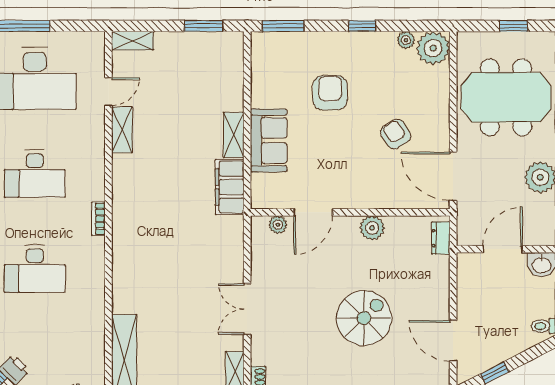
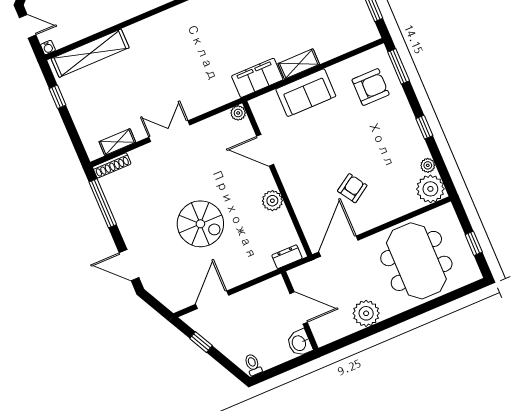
armchair: (330, 93) -> (371, 87), moved
plant: (278, 225) -> (238, 113), moved

